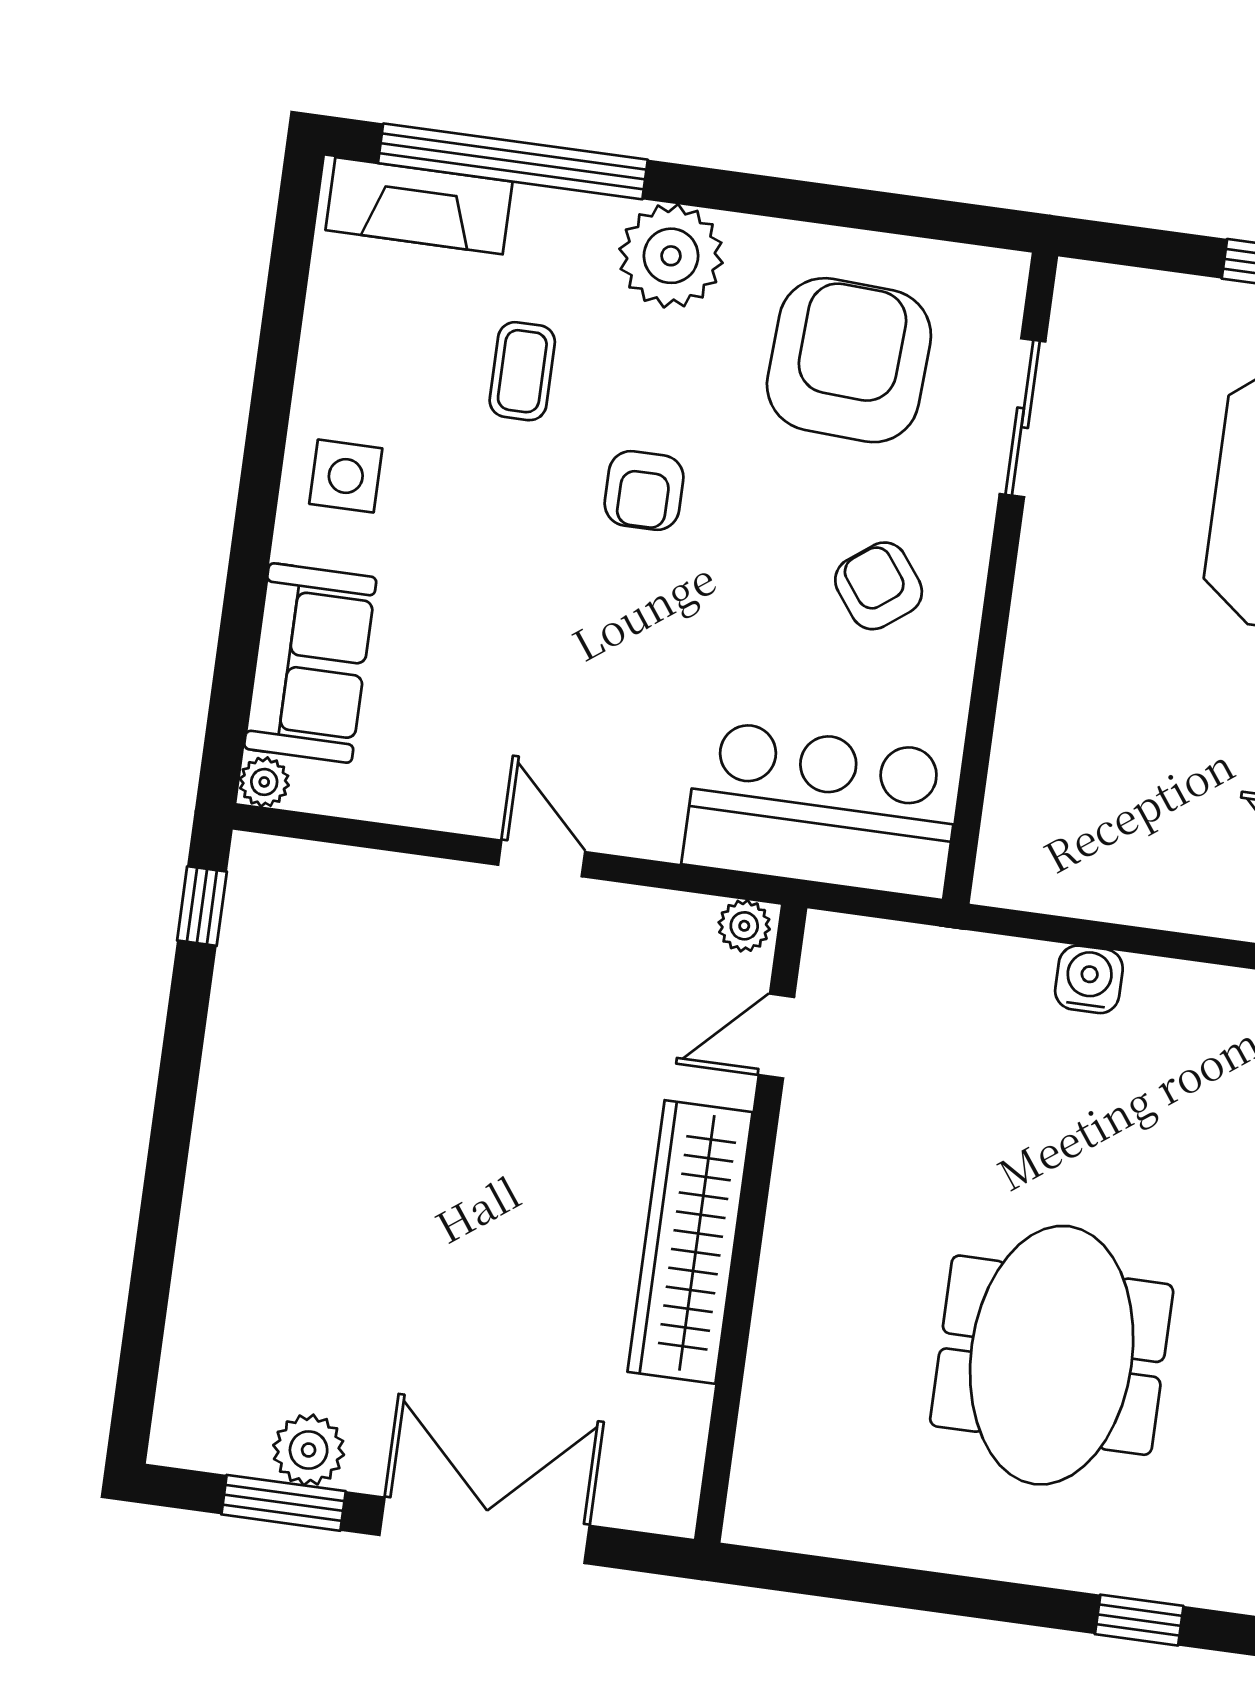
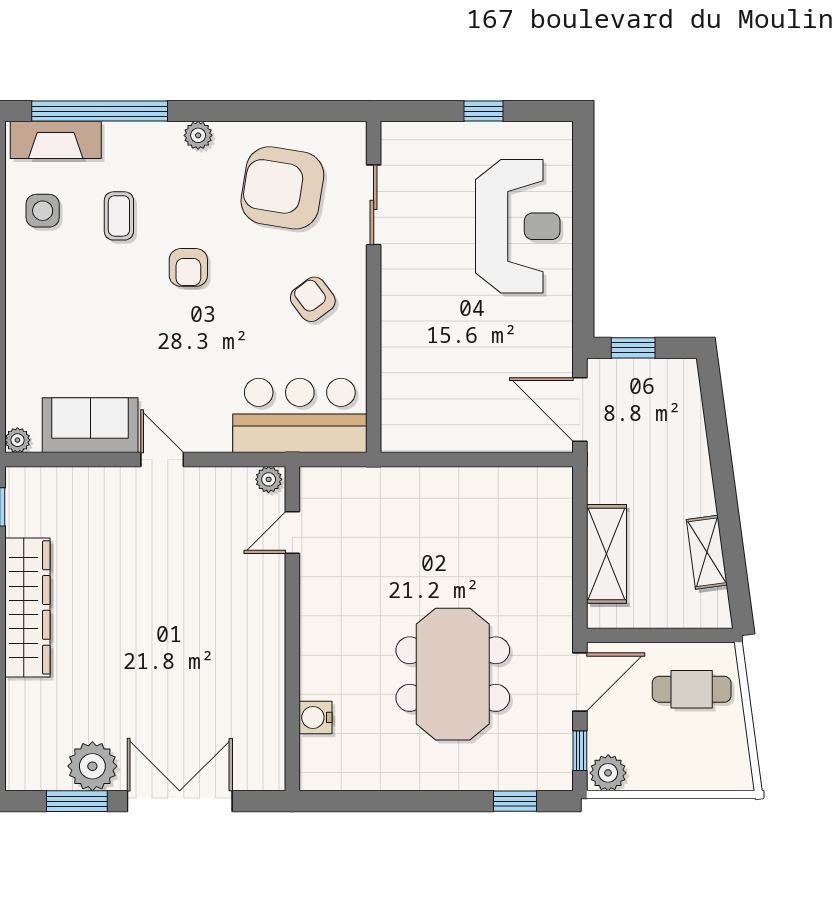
plant: (671, 256) -> (198, 135), width x0.53, depth x0.53
armchair: (849, 360) -> (282, 188), turned -84
side table: (346, 476) -> (43, 211), moved
sofa: (310, 663) -> (90, 425), moved, turned -90
water cooler: (1089, 979) -> (315, 717), moved, turned -90
wardrobe: (690, 1242) -> (27, 607), moved, turned 180
plant: (309, 1450) -> (92, 766), width x1.36, depth x1.36

